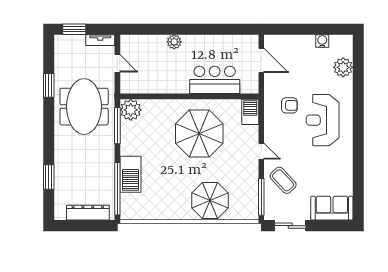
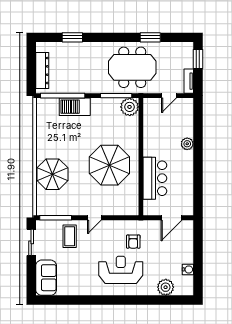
barbecue: (250, 112) -> (128, 208), removed
coffee table: (283, 180) -> (70, 236), turned -47

